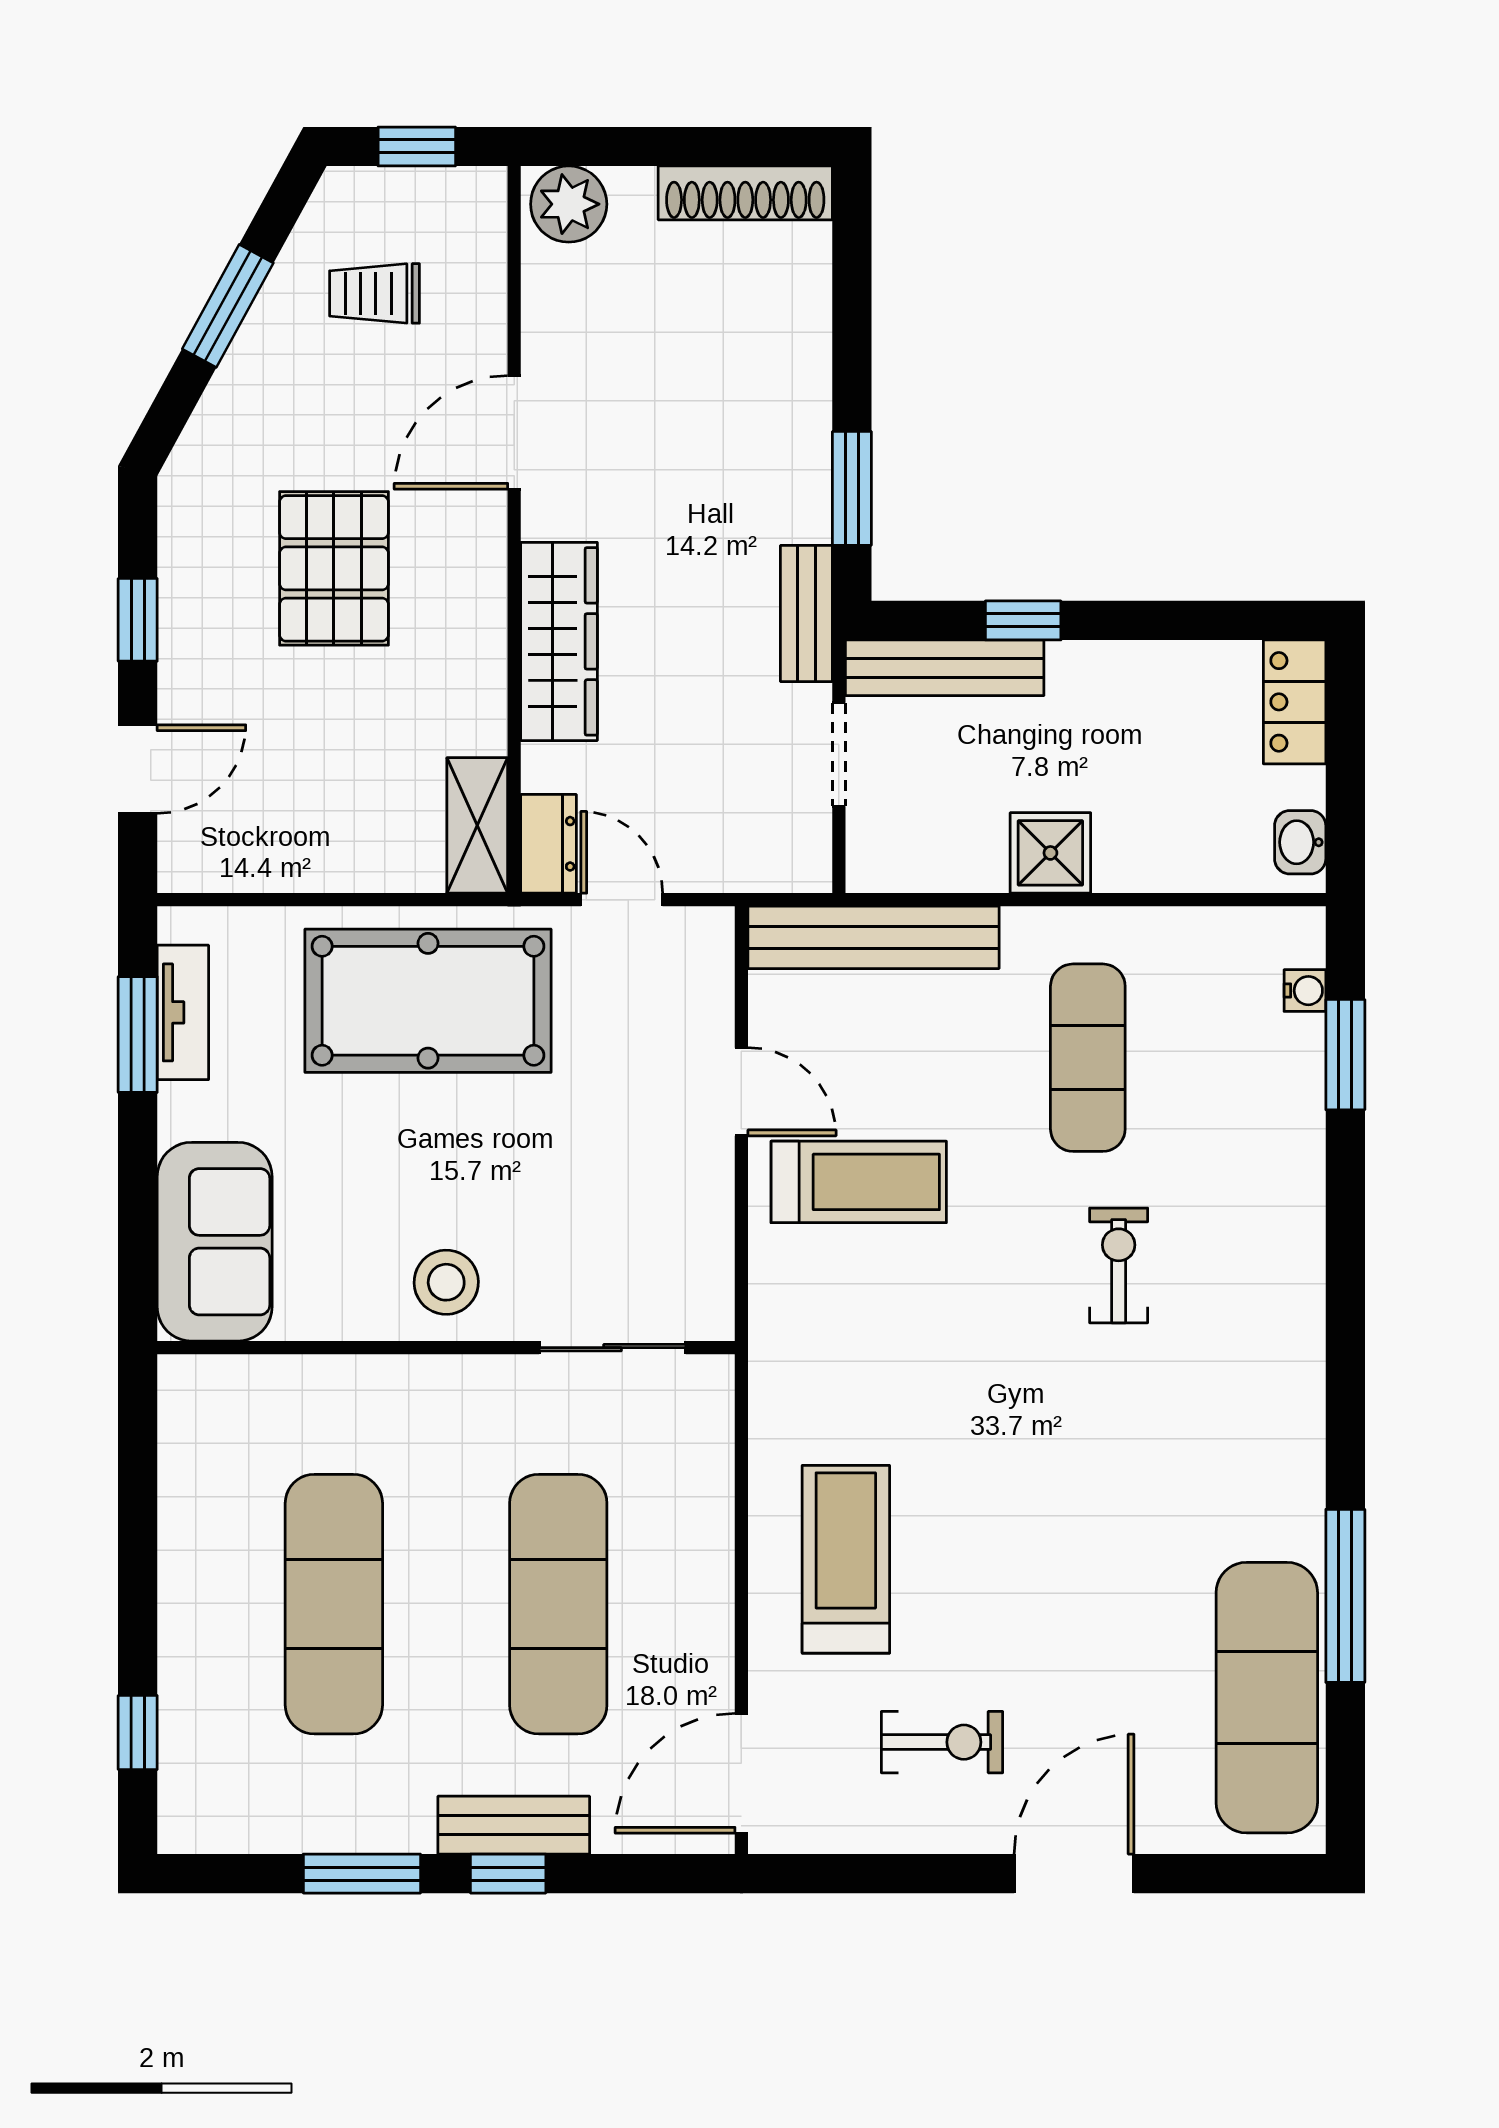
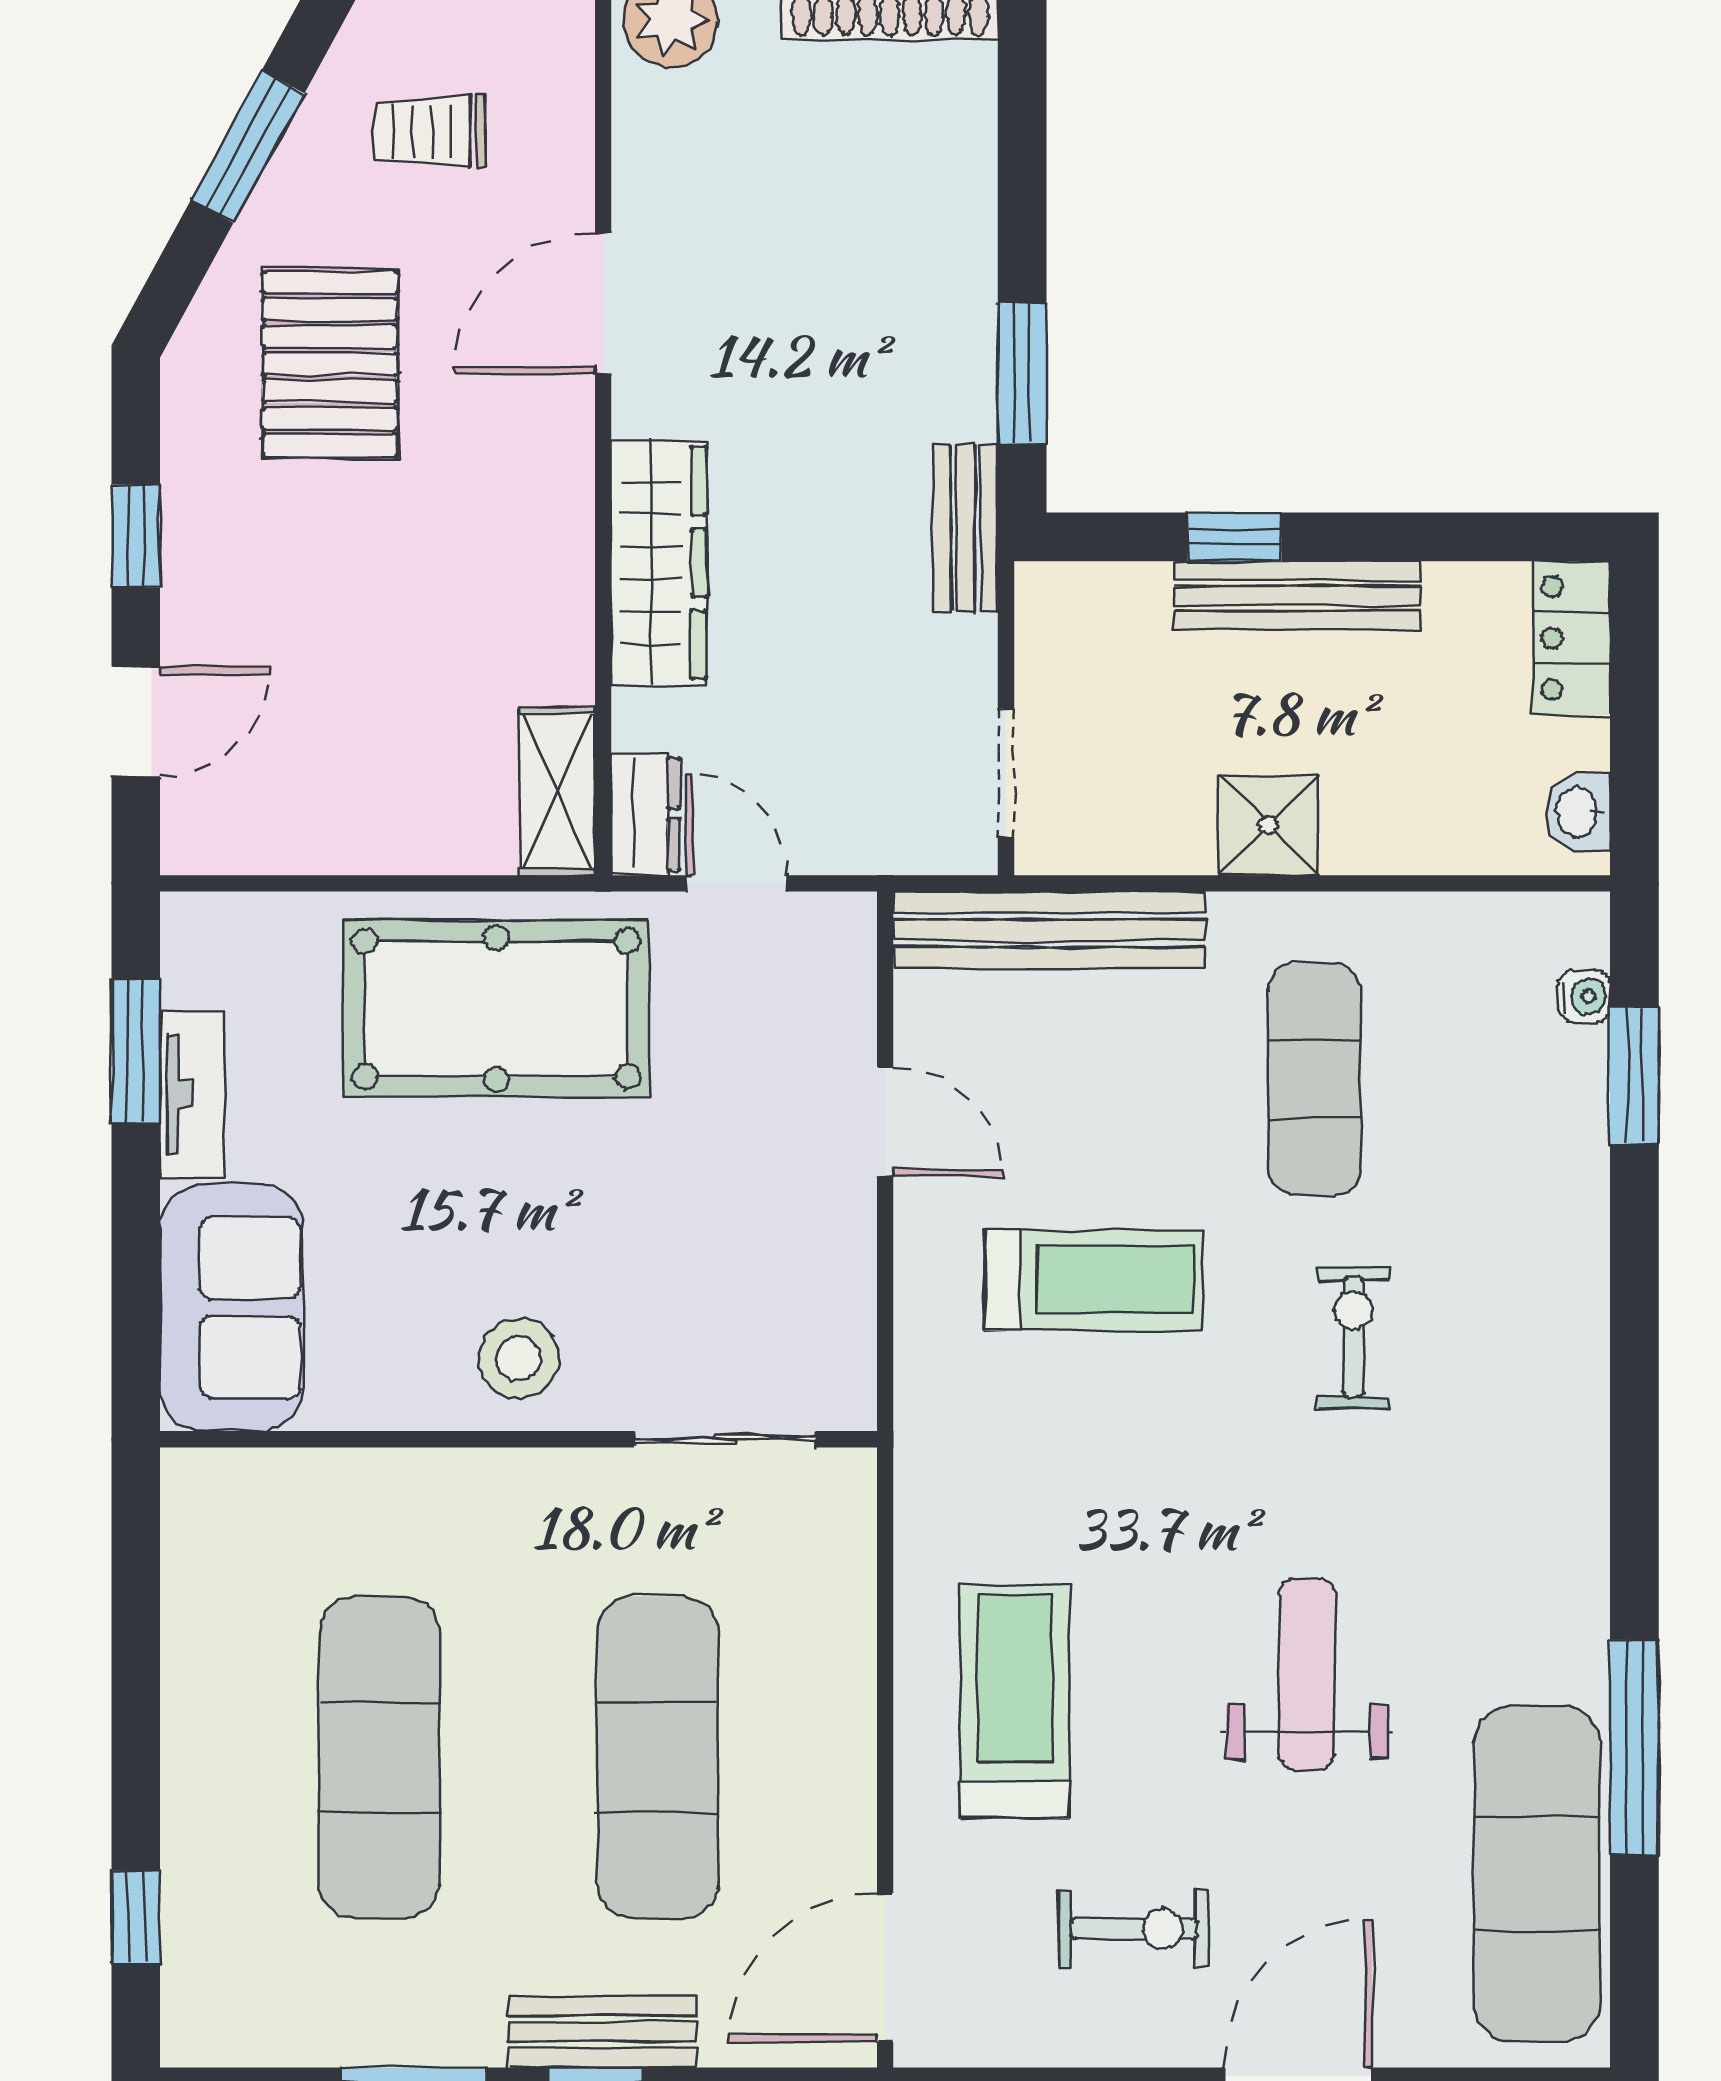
pallet: (334, 568) -> (330, 364), moved
bench: (945, 668) -> (1297, 596), moved
doorway: (839, 754) -> (1006, 773), moved
tv unit: (183, 1012) -> (192, 1094), moved
treadmill: (859, 1182) -> (1093, 1280), moved
weight bench: (1081, 1537) -> (1307, 1674), added

